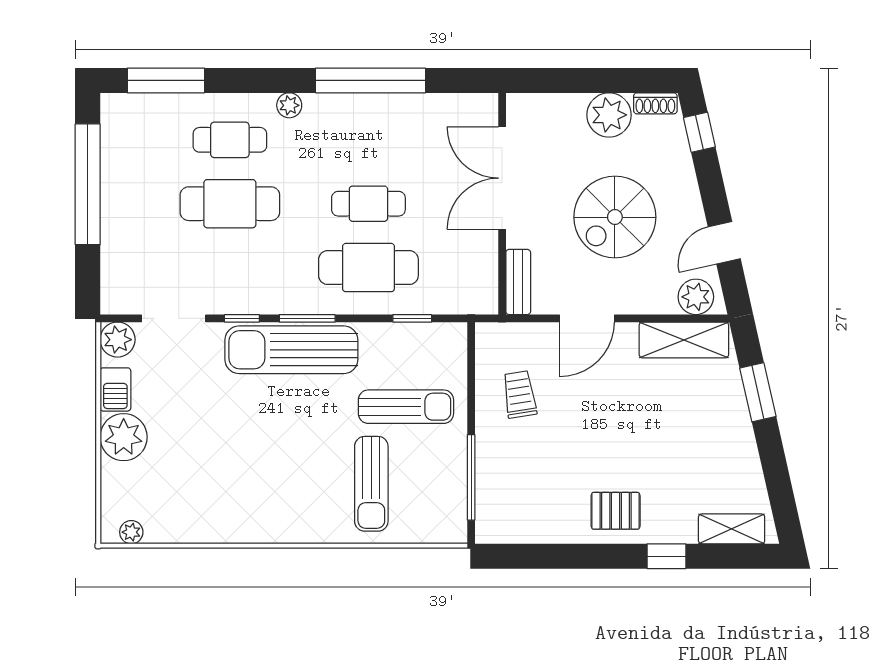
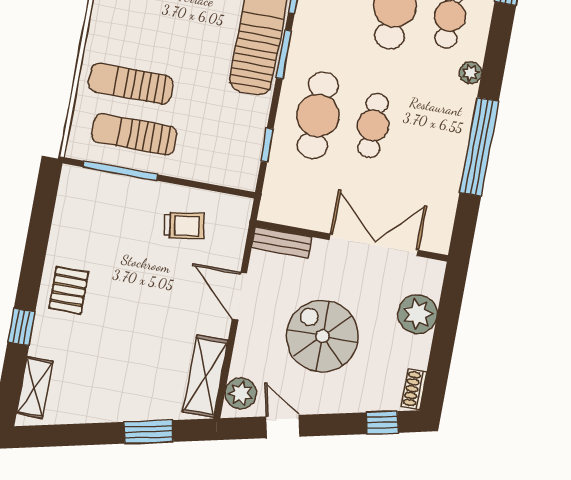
plant: (609, 115) -> (418, 314), moved
sun lounger: (406, 407) -> (134, 134), moved, turned 90

